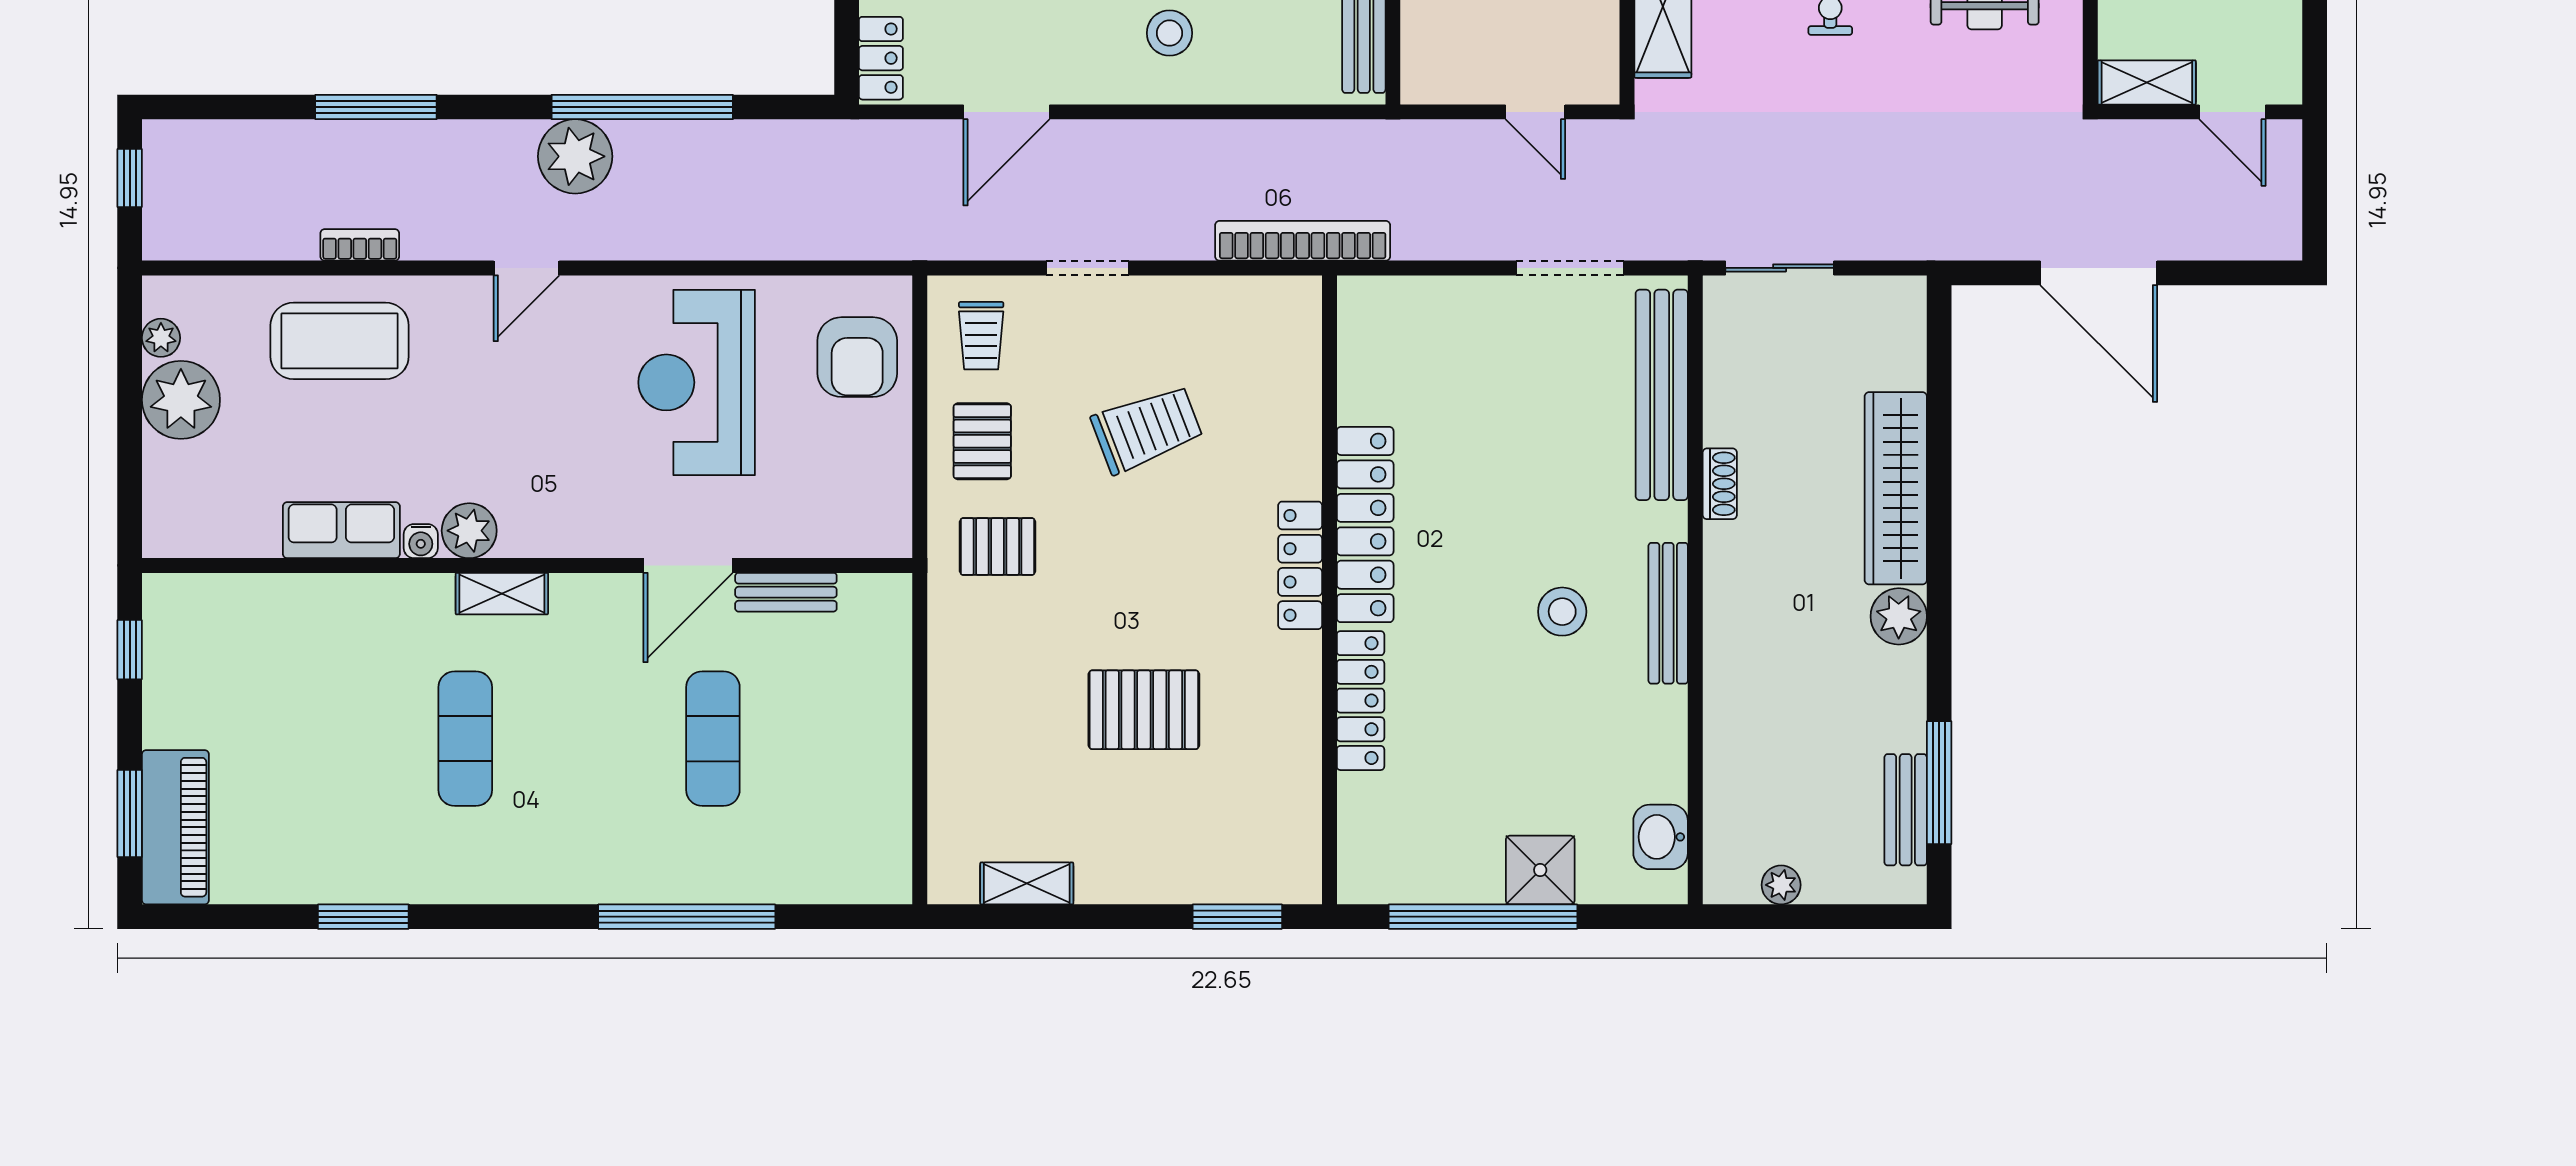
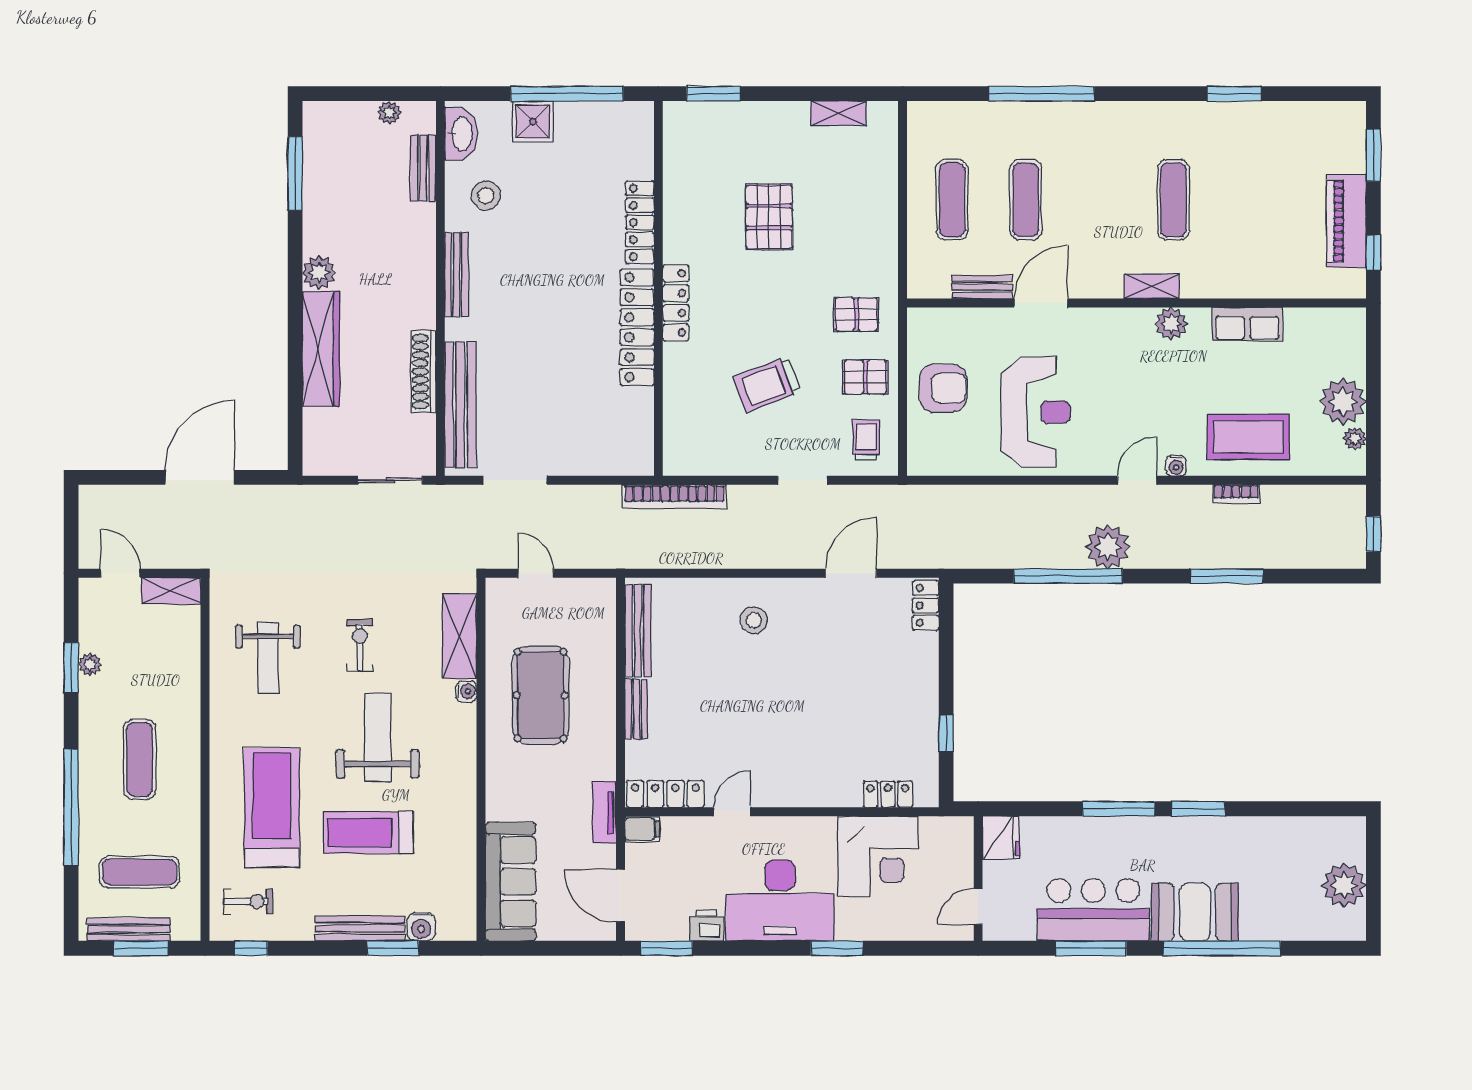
door: (2099, 273) -> (200, 477), hinge flipped
armchair: (857, 357) -> (943, 388), moved, turned 90
pallet: (982, 441) -> (865, 377), turned 90
shoe rack: (1720, 484) -> (423, 372), width x1.94, depth x1.24
water cooler: (421, 541) -> (1176, 466), moved, turned 180
stool: (1562, 612) -> (486, 196), moved
pallet: (1144, 710) -> (769, 217), turned 90
exercise mat: (837, 739) -> (952, 200), added
bench: (1906, 810) -> (423, 168), moved
piano: (175, 827) -> (1346, 221), moved
washbasin: (1661, 837) -> (461, 134), width x1.38

